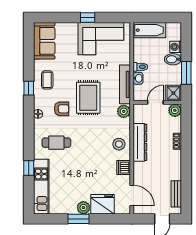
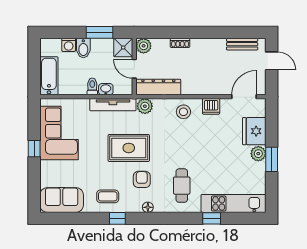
dresser: (140, 142) -> (158, 87), moved

